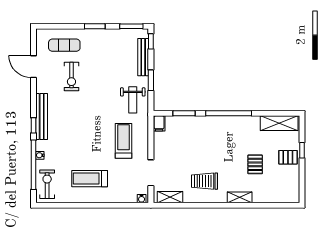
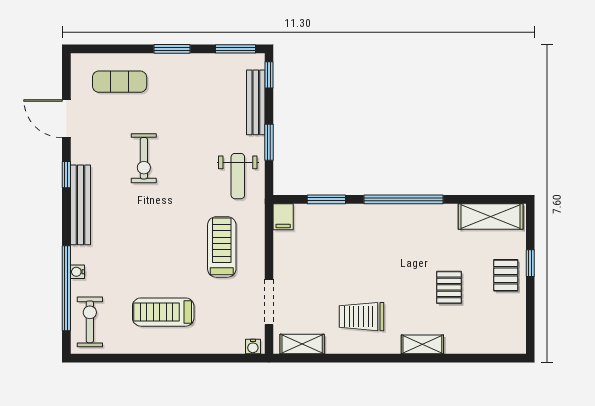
exercise bike: (71, 76) -> (144, 158), moved
window: (34, 125) -> (66, 175), moved
pallet: (288, 157) -> (506, 275), turned 90

